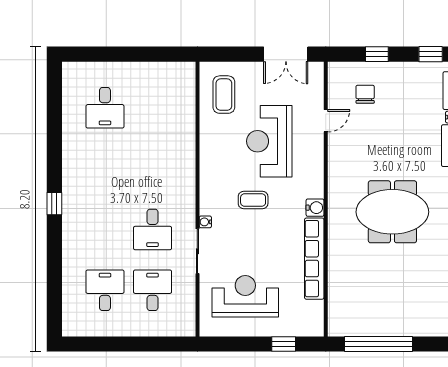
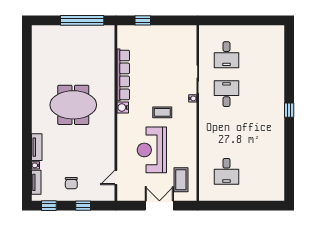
double door: (286, 54) -> (159, 206), moved
chair: (365, 94) -> (71, 183), moved
desk: (105, 108) -> (226, 171), moved, turned 180
door: (326, 121) -> (116, 178), moved
reception desk: (269, 141) -> (152, 150), turned 180
desk: (105, 290) -> (257, 55), removed
reception desk: (245, 296) -> (167, 51), removed

